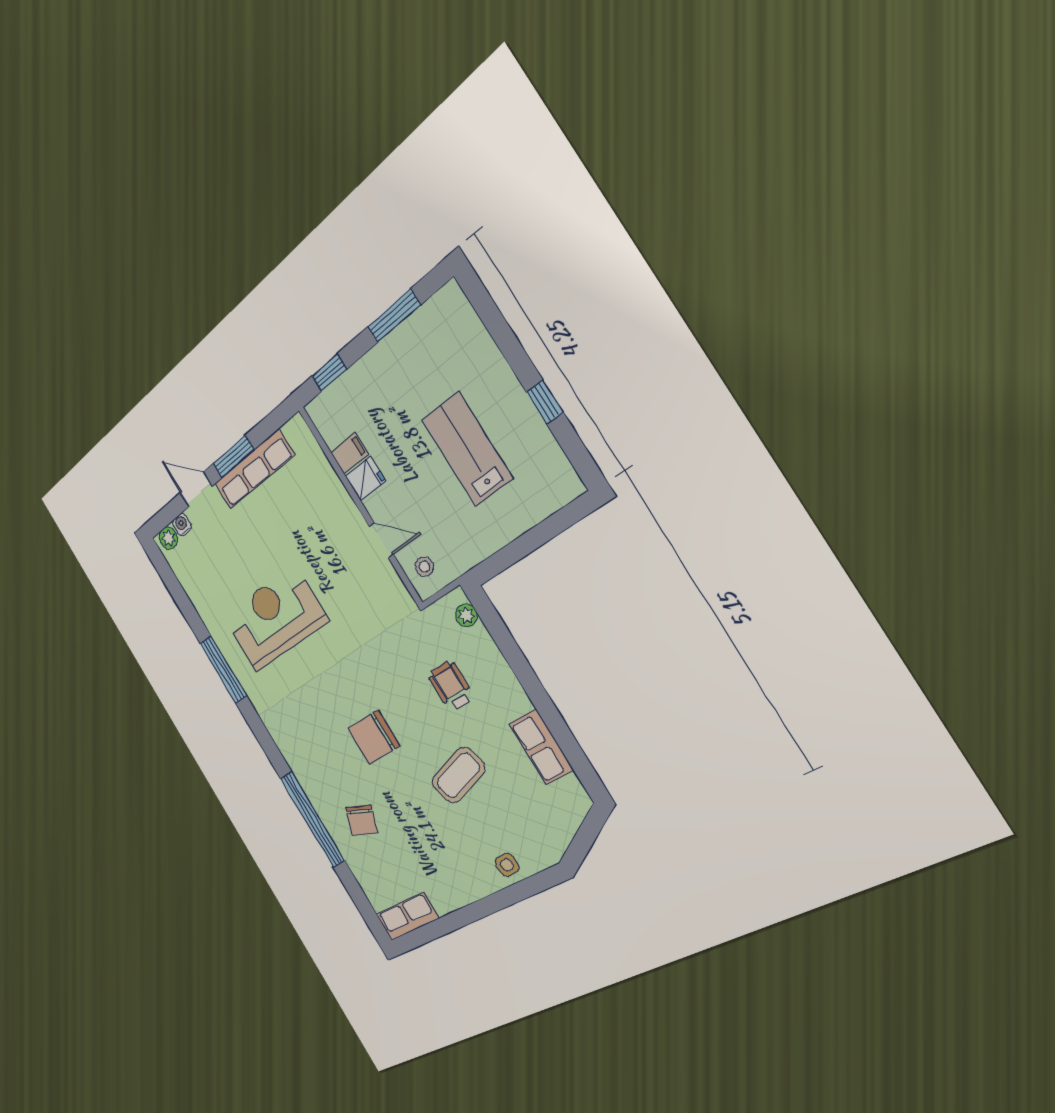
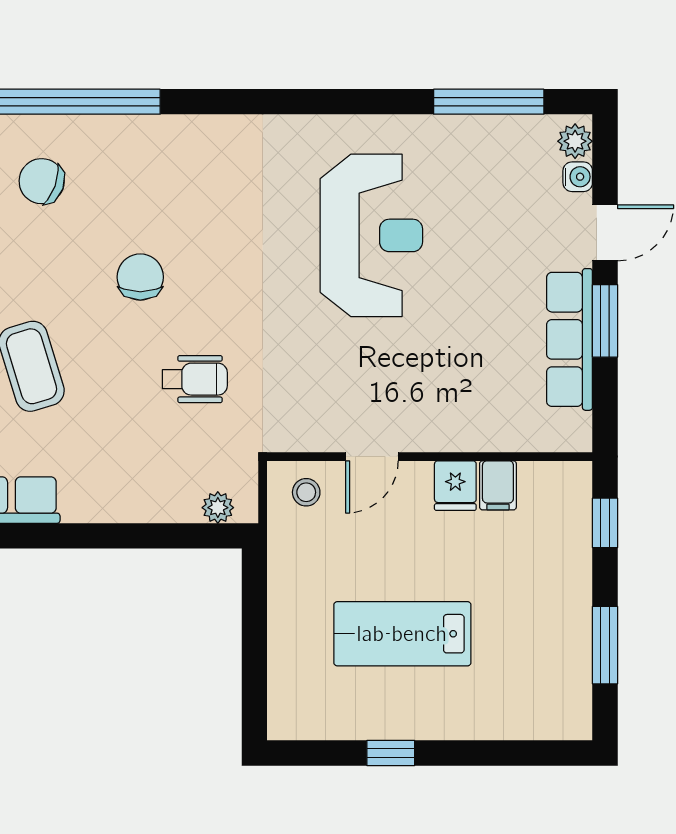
lab bench: (467, 449) -> (402, 634), turned 180
window: (223, 670) -> (489, 102), moved
wheelchair: (451, 686) -> (195, 379), moved
chair: (374, 737) -> (140, 277), width x0.73, depth x0.73

